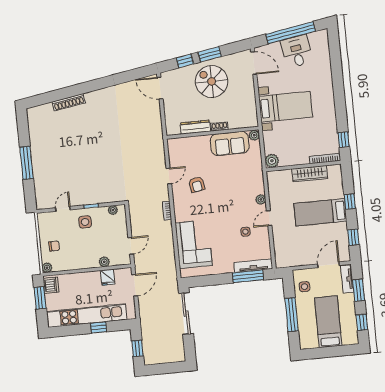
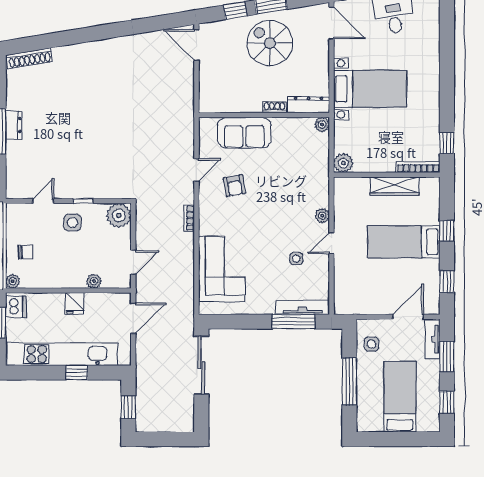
shoe rack: (69, 102) -> (29, 58), moved
dresser: (195, 127) -> (308, 105), moved
sofa: (230, 143) -> (244, 133), moved
dresser: (37, 157) -> (14, 125), added
plant: (113, 210) -> (119, 215), width x1.88, depth x1.88
fridge: (108, 277) -> (75, 303), moved

